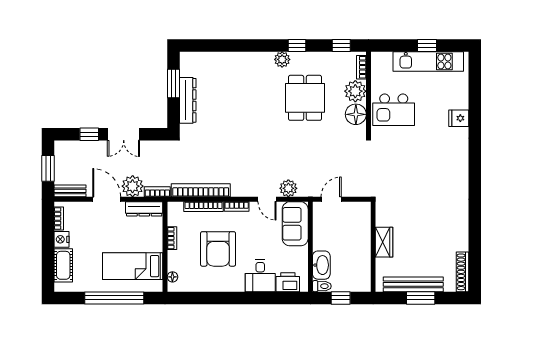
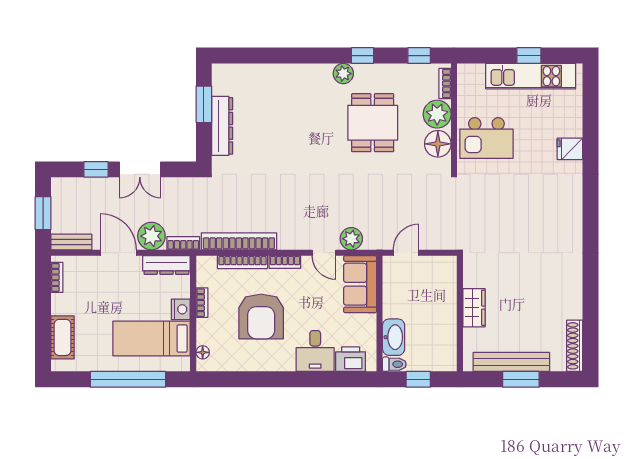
nightstand: (61, 239) -> (181, 309), moved, turned 180

